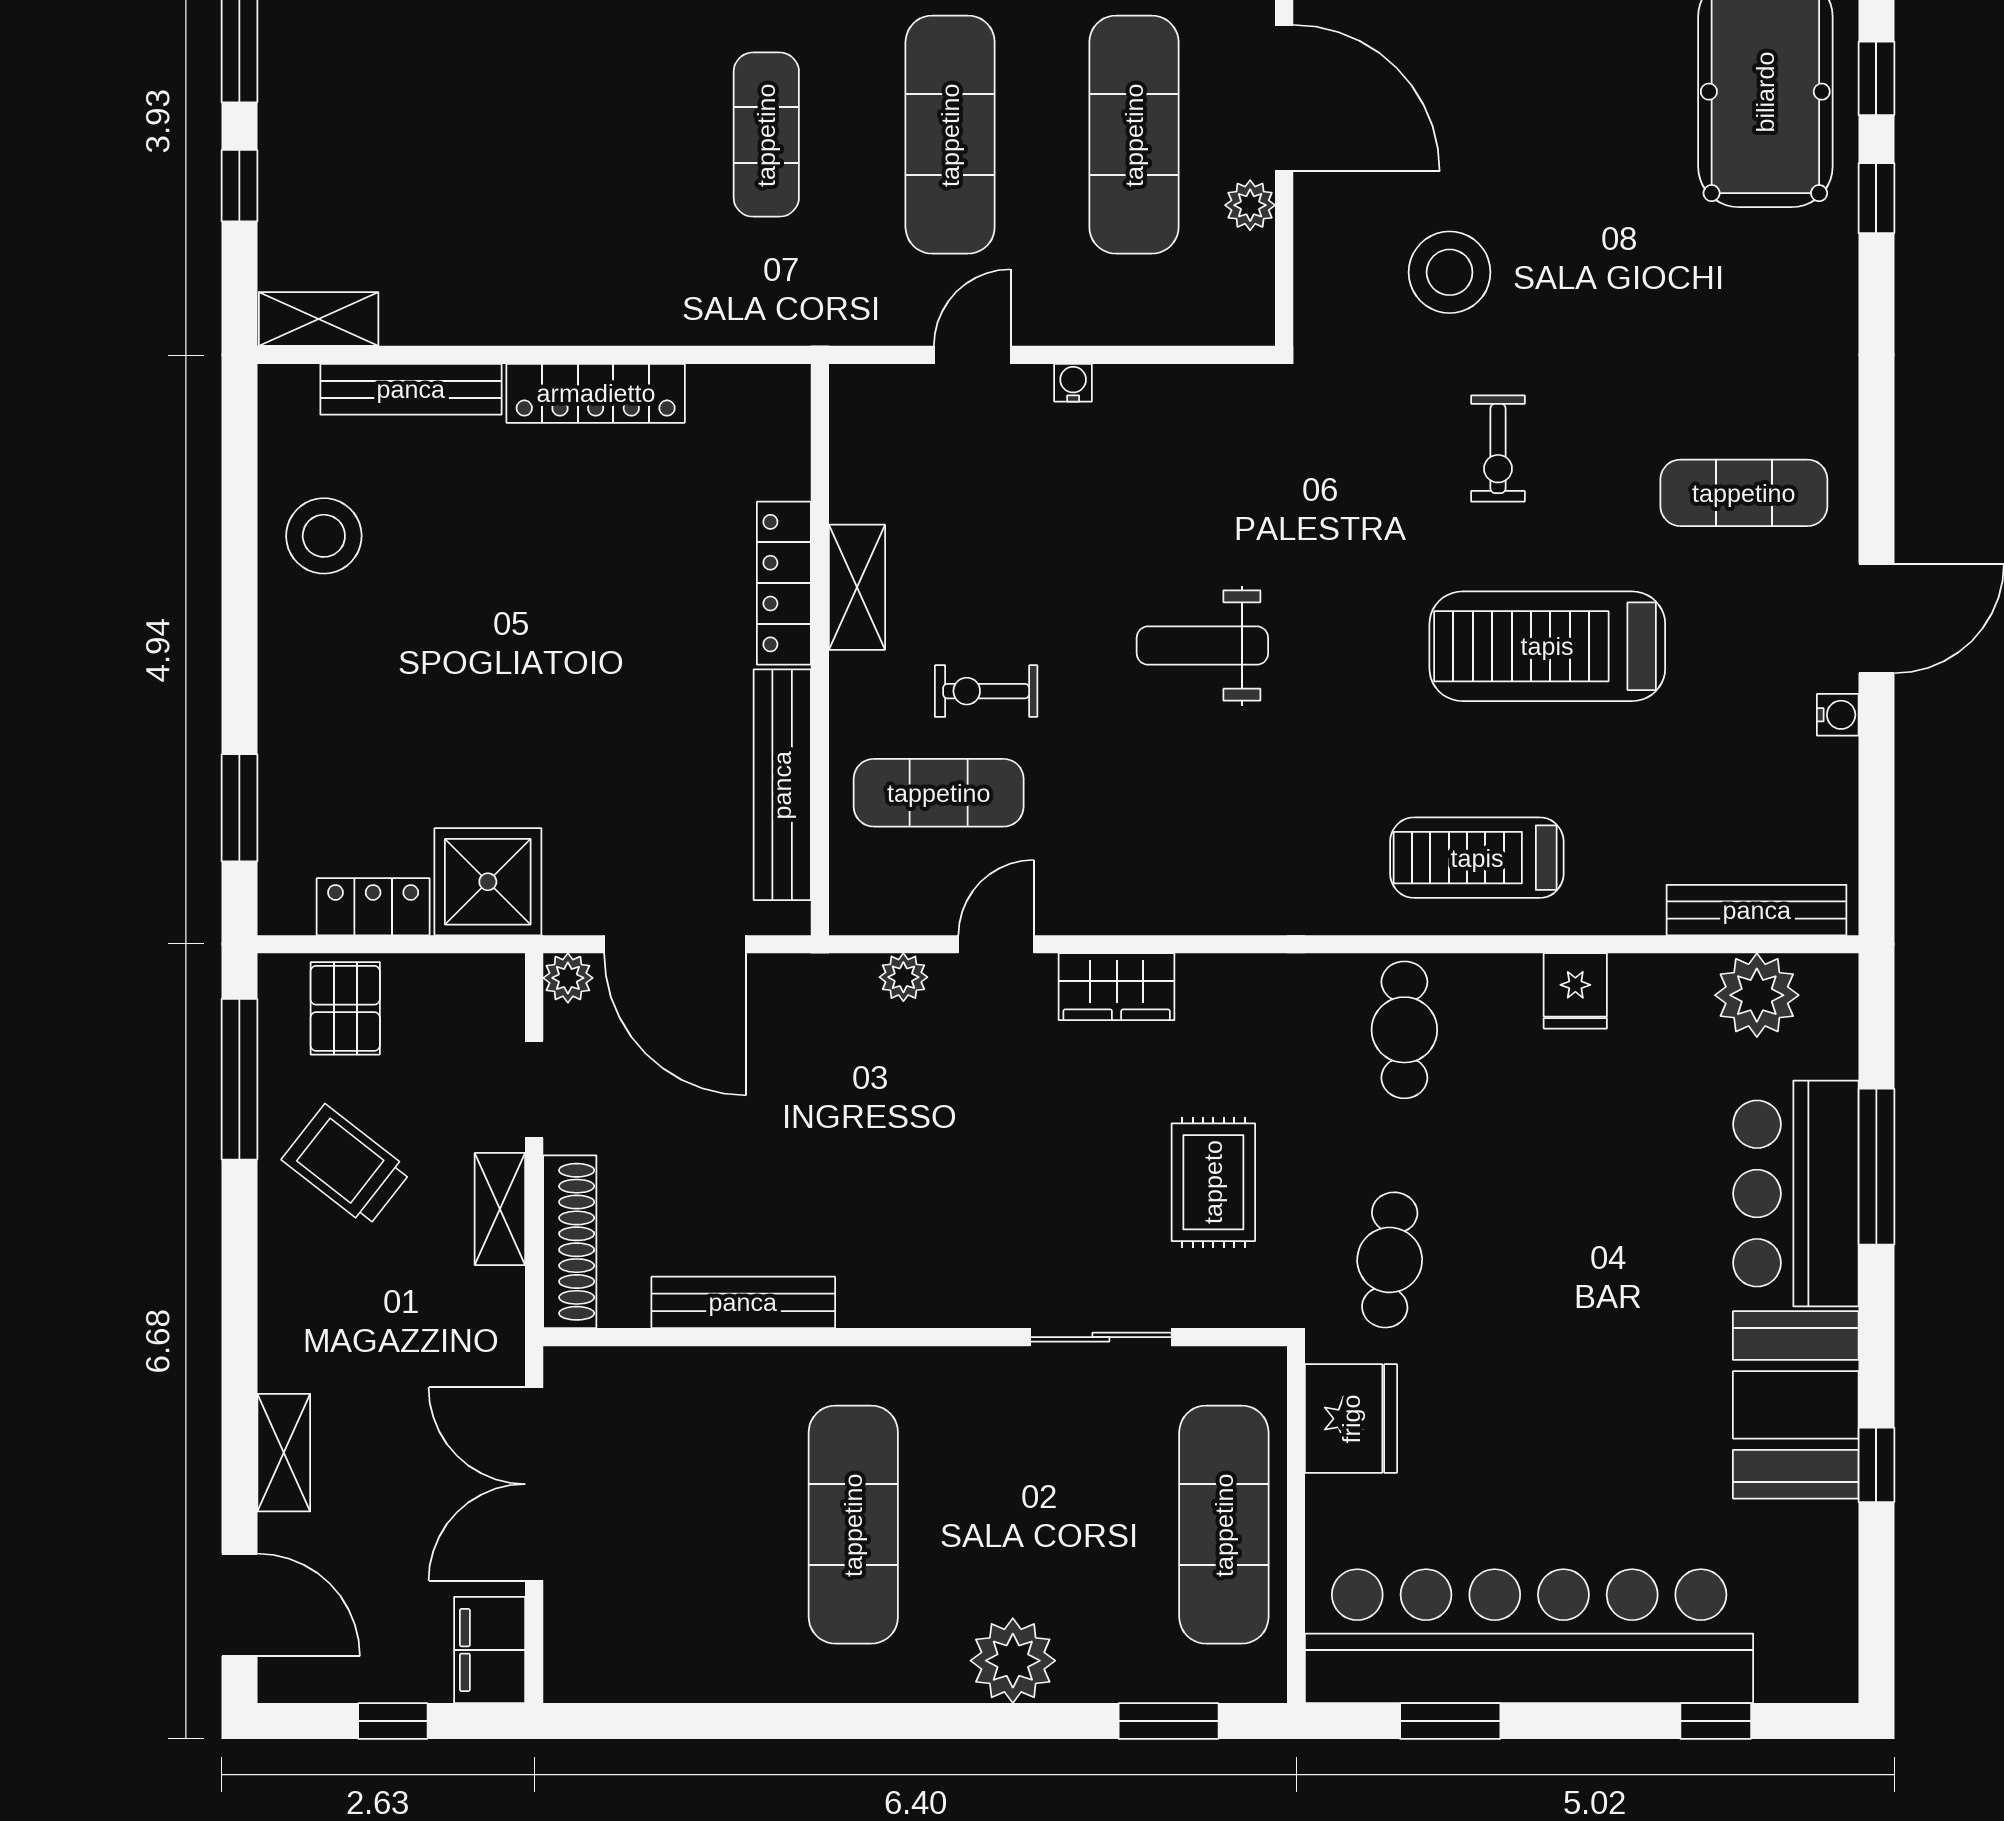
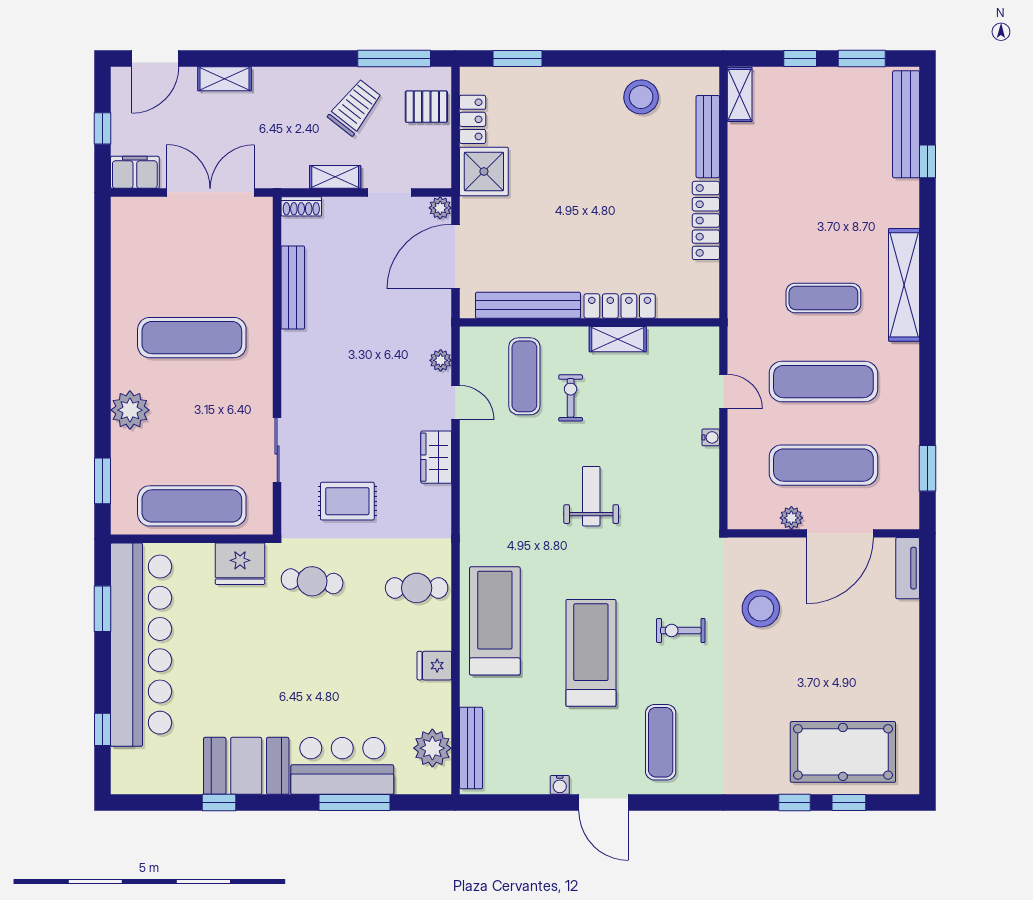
treadmill: (1477, 858) -> (495, 621), width x1.37, depth x1.38
shoe rack: (570, 1242) -> (301, 206), width x0.51, depth x0.81

